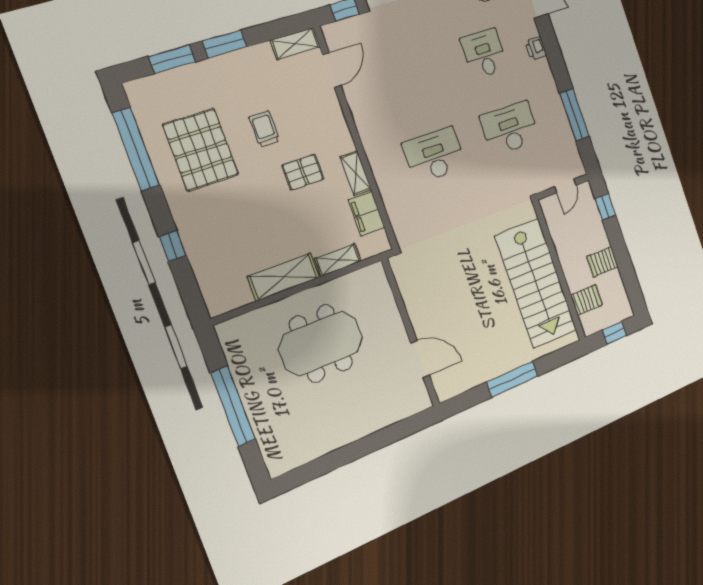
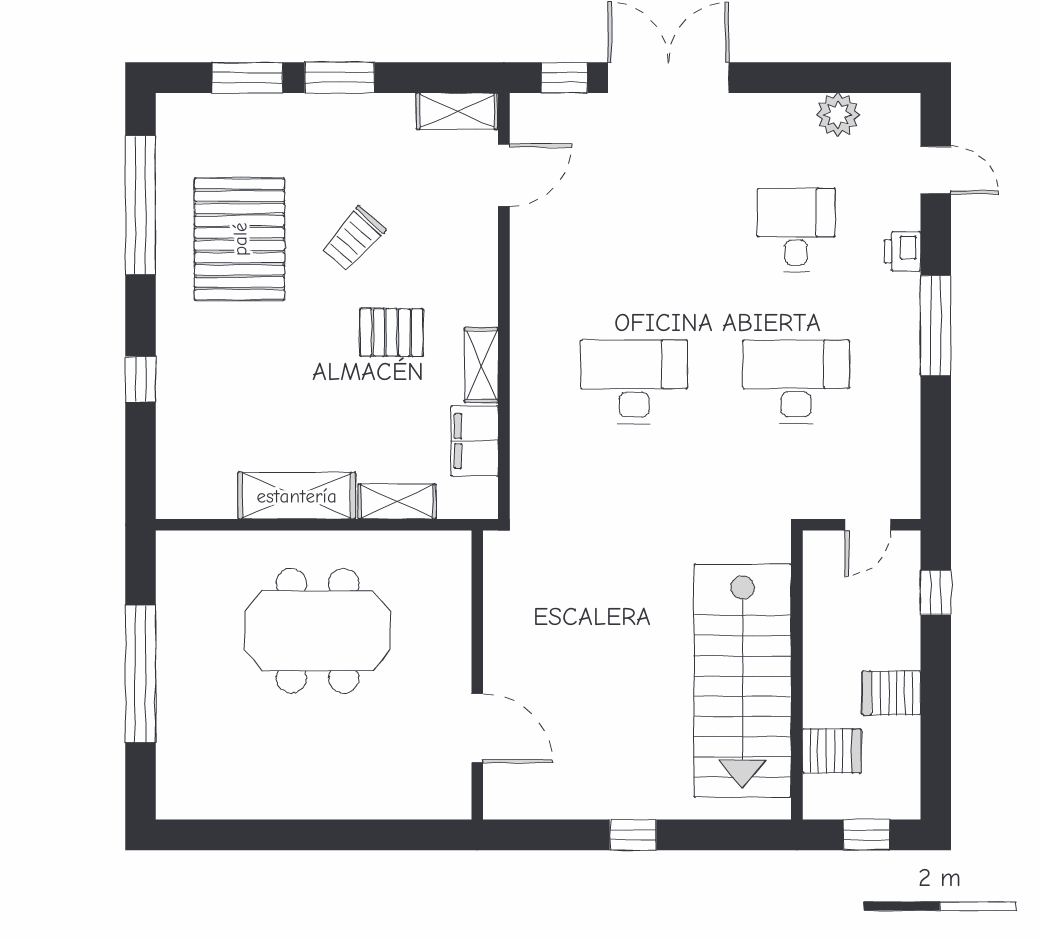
window: (574, 115) -> (936, 326), moved
trolley: (264, 129) -> (354, 239), turned -138
window: (512, 379) -> (633, 835), width x0.46

